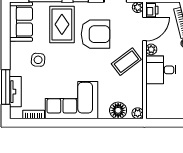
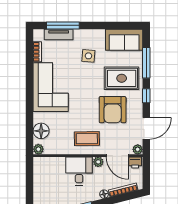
coffee table: (126, 62) -> (87, 139), turned -54

